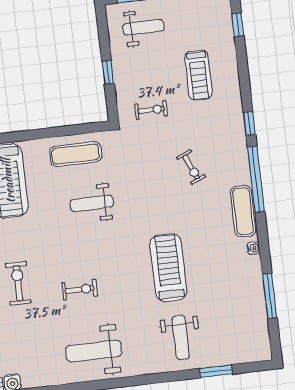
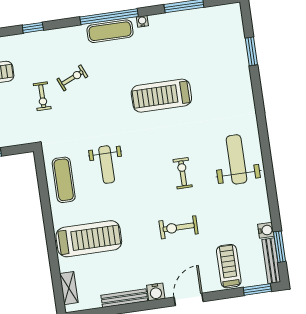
exercise bike: (151, 110) -> (42, 96), moved, turned 180
window: (256, 179) -> (109, 17), moved
weight bench: (181, 338) -> (223, 83), removed
weight bench: (94, 351) -> (236, 159), turned 180

